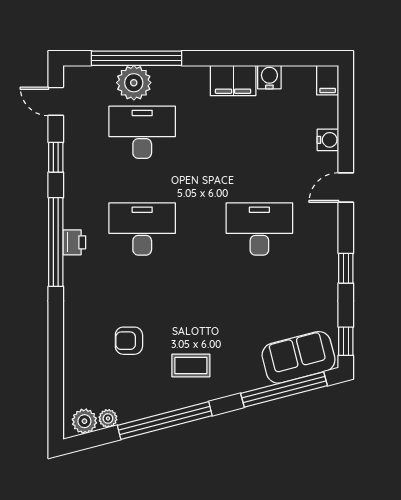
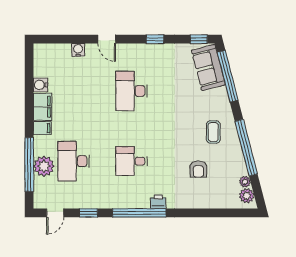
filing cabinet: (328, 80) -> (42, 128), moved
desk: (142, 229) -> (132, 161), width x0.73
printer: (74, 242) -> (158, 202), moved

